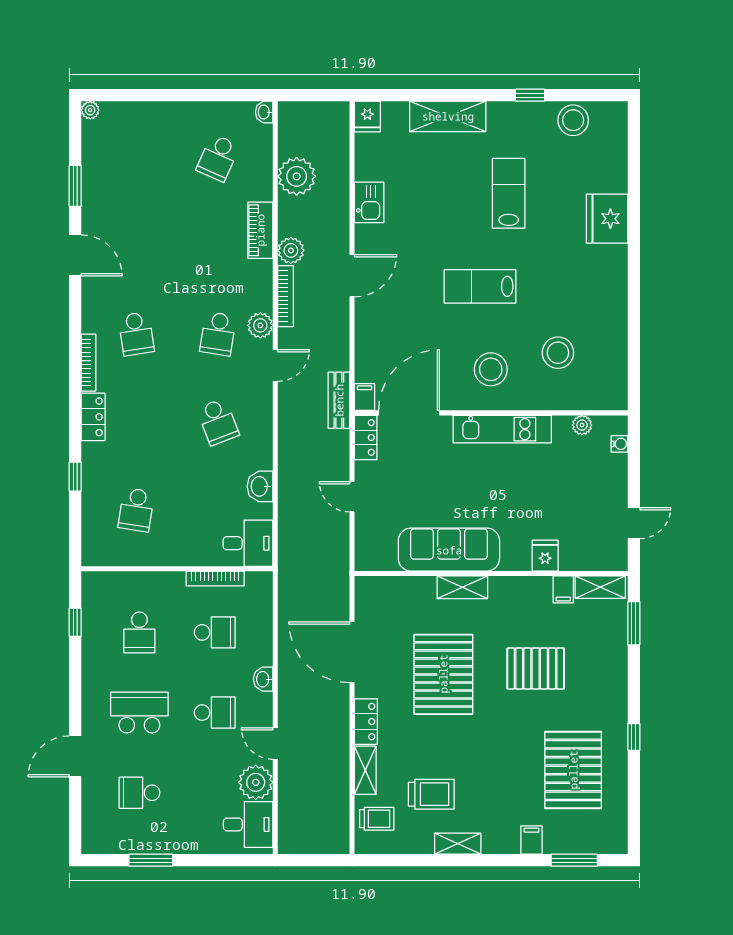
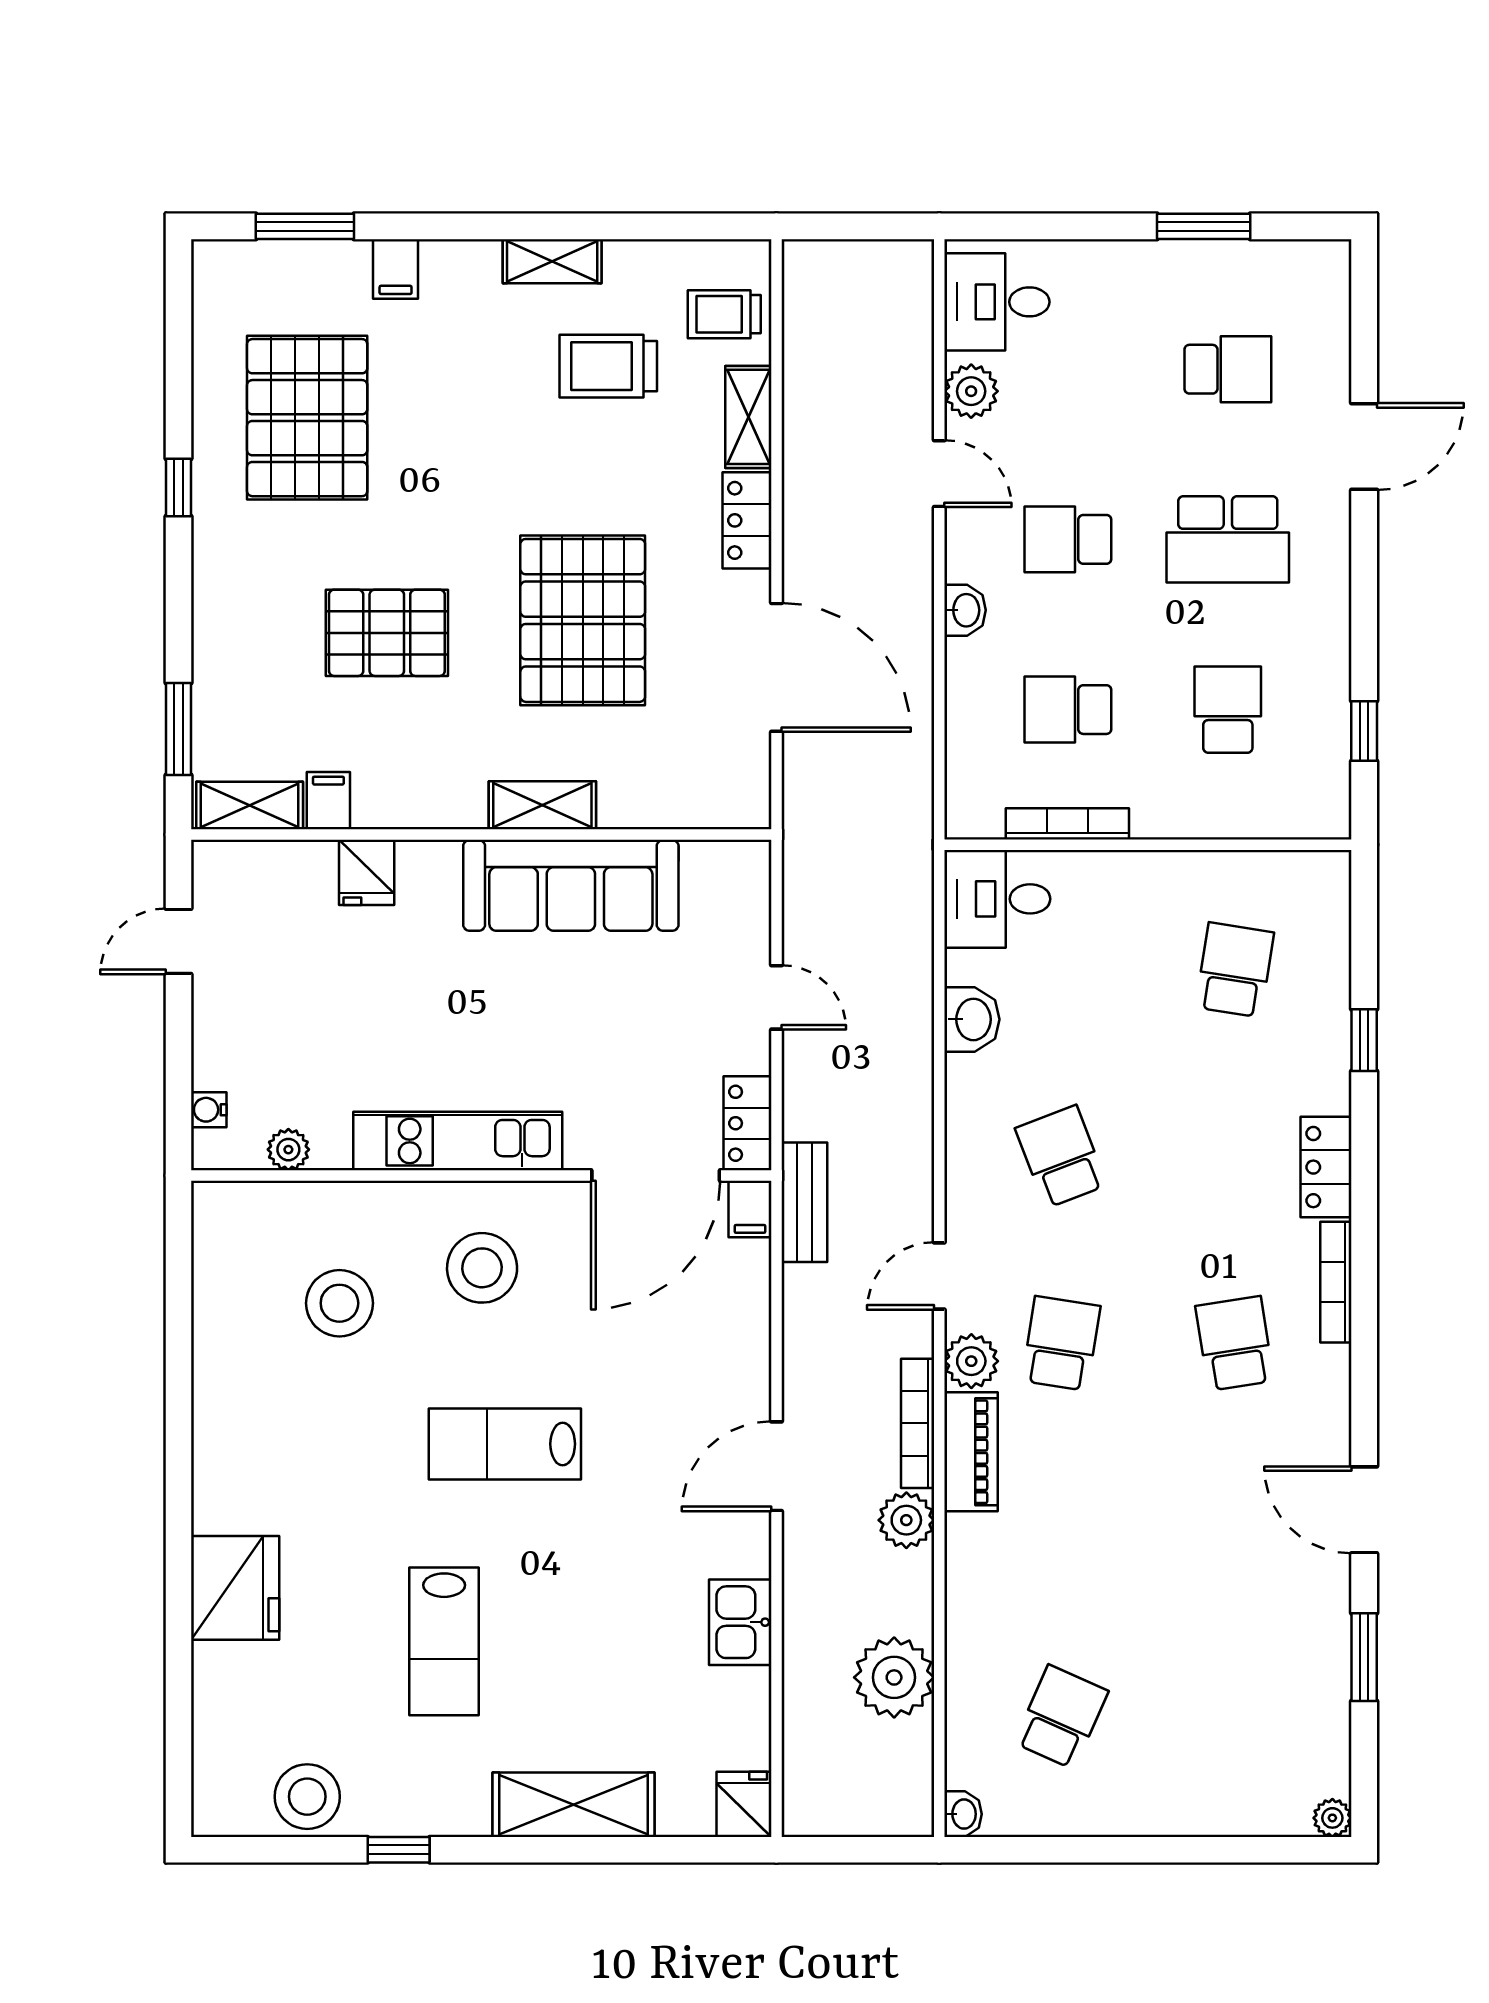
piano: (260, 230) -> (971, 1452), moved
lab bench: (480, 286) -> (505, 1444), turned 180
plant: (256, 782) -> (971, 391), width x0.73, depth x0.73

